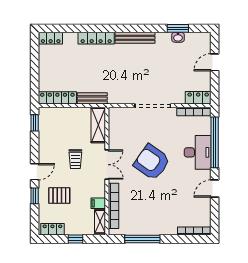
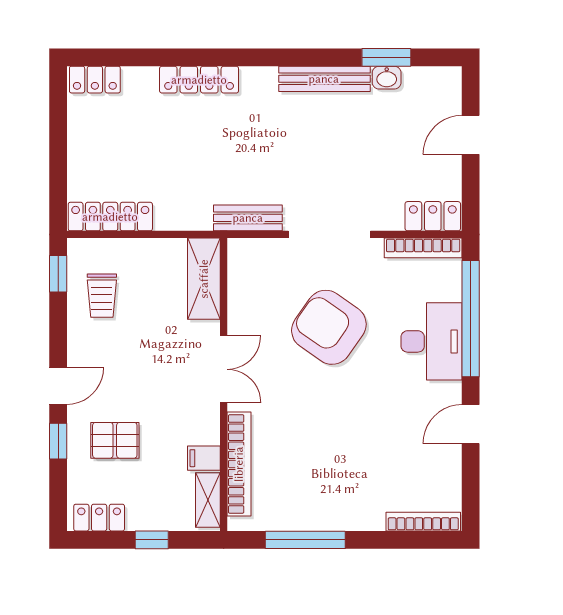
bench: (135, 38) -> (324, 79), moved
bench: (92, 98) -> (248, 218), moved
trolley: (75, 159) -> (102, 296), moved
armchair: (152, 162) -> (329, 327), moved

